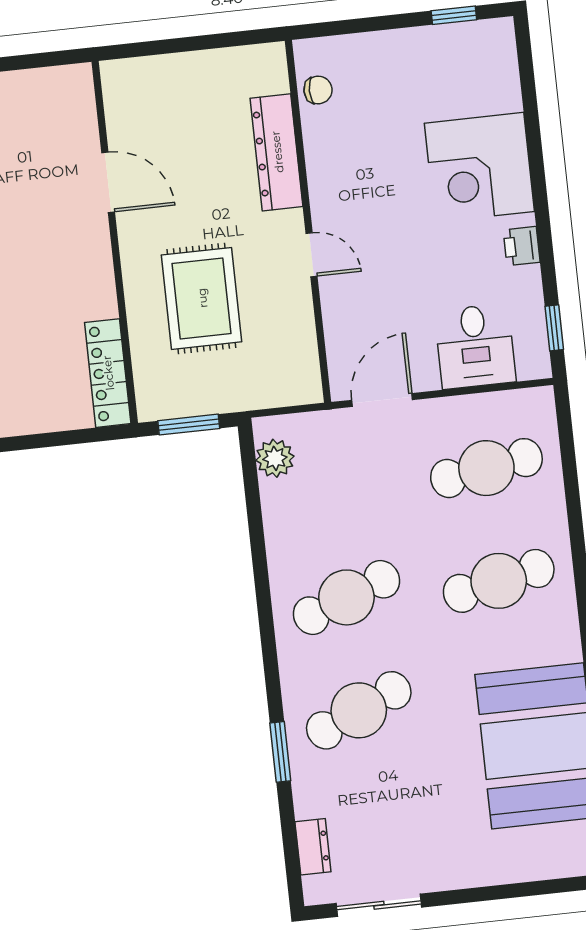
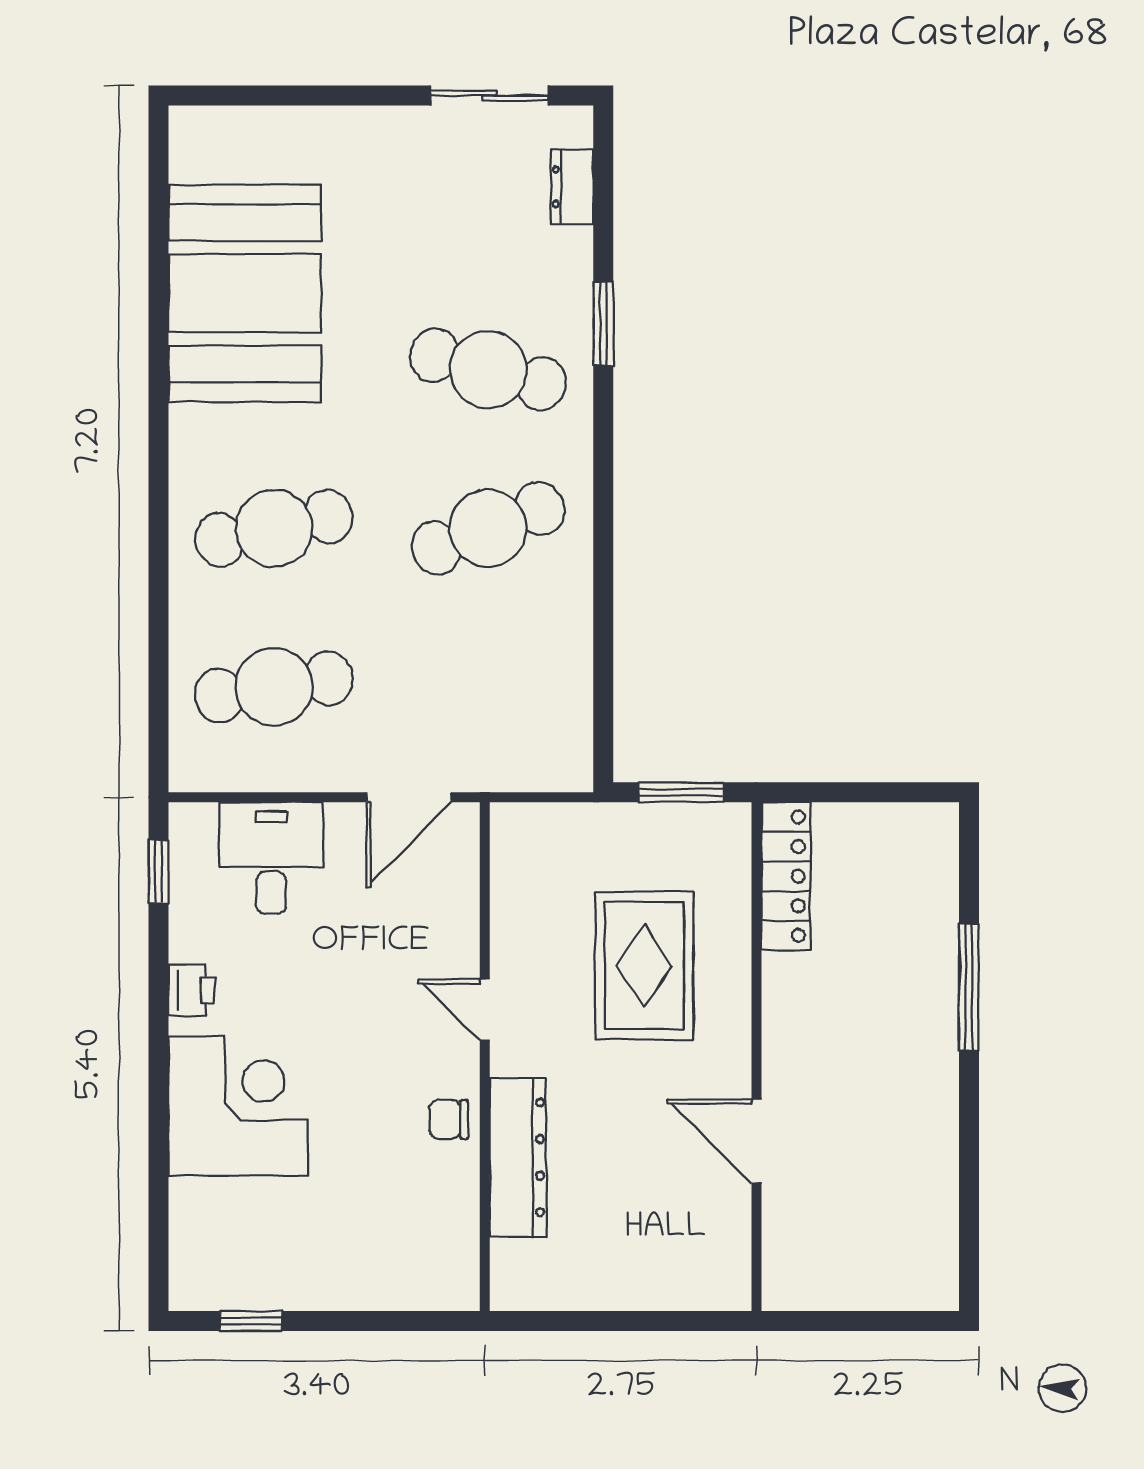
chair: (318, 90) -> (449, 1119), moved
plant: (275, 458) -> (566, 732), removed
cafe table: (359, 710) -> (488, 370), turned 39

